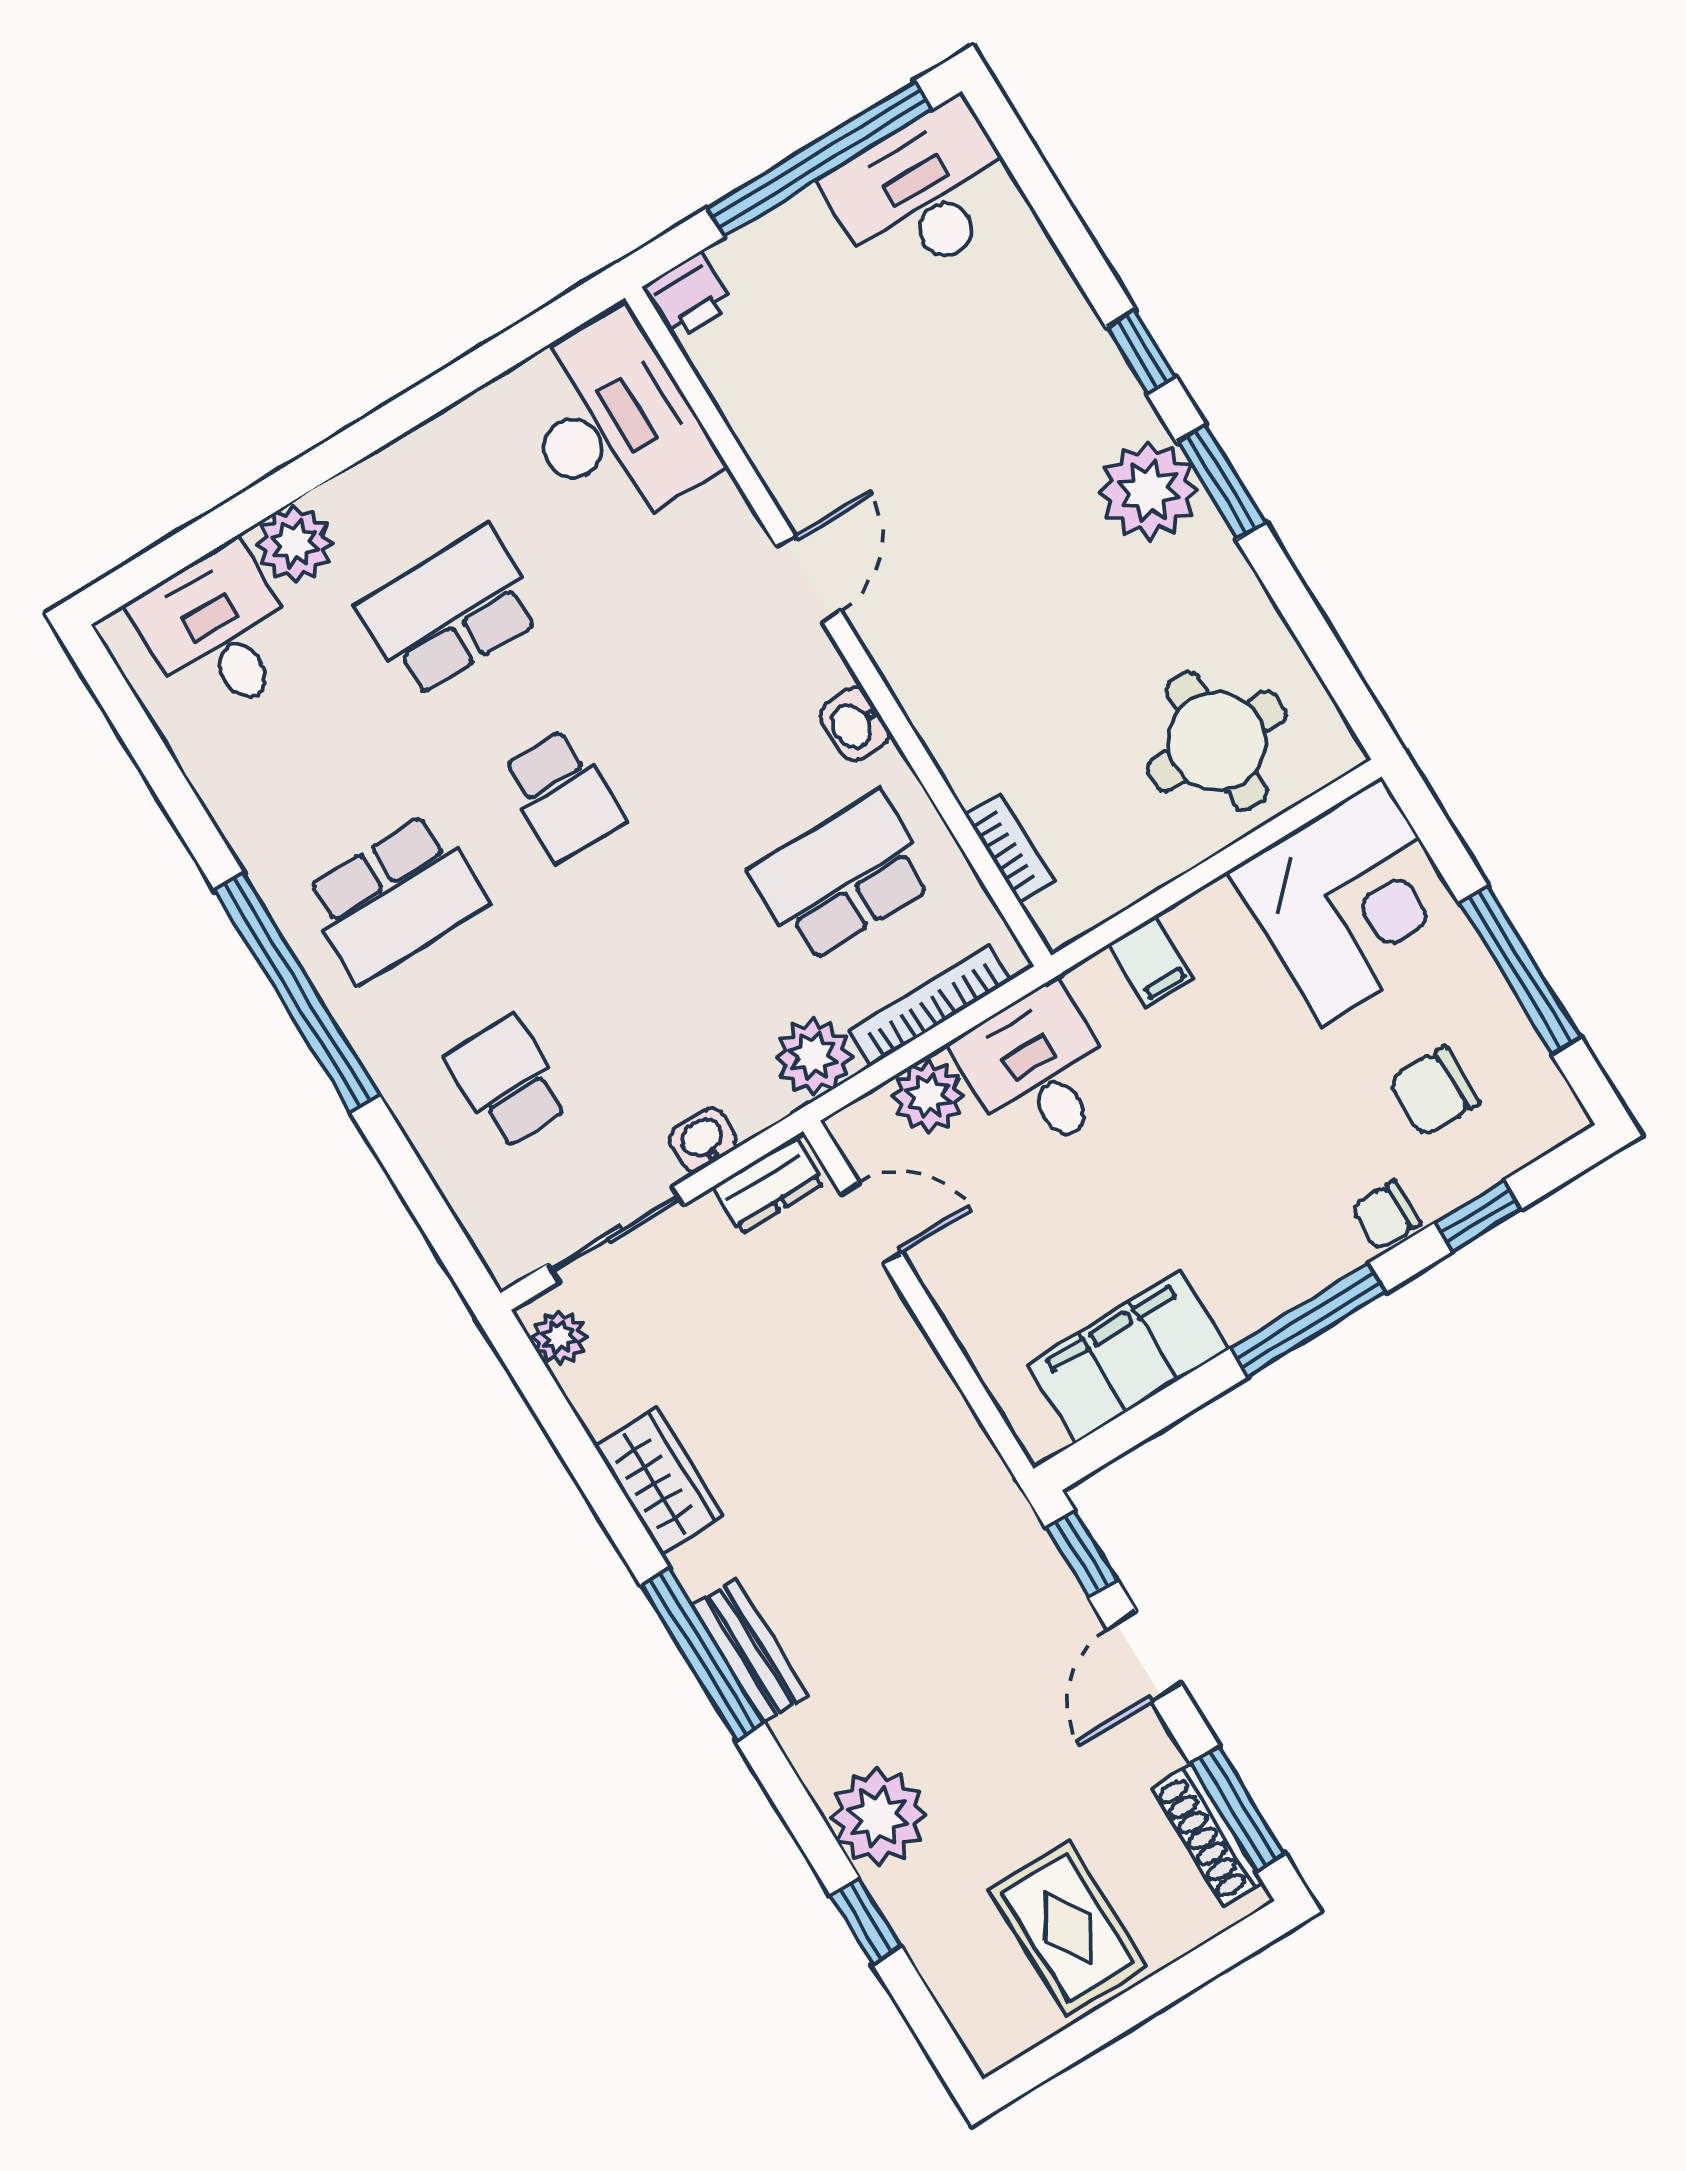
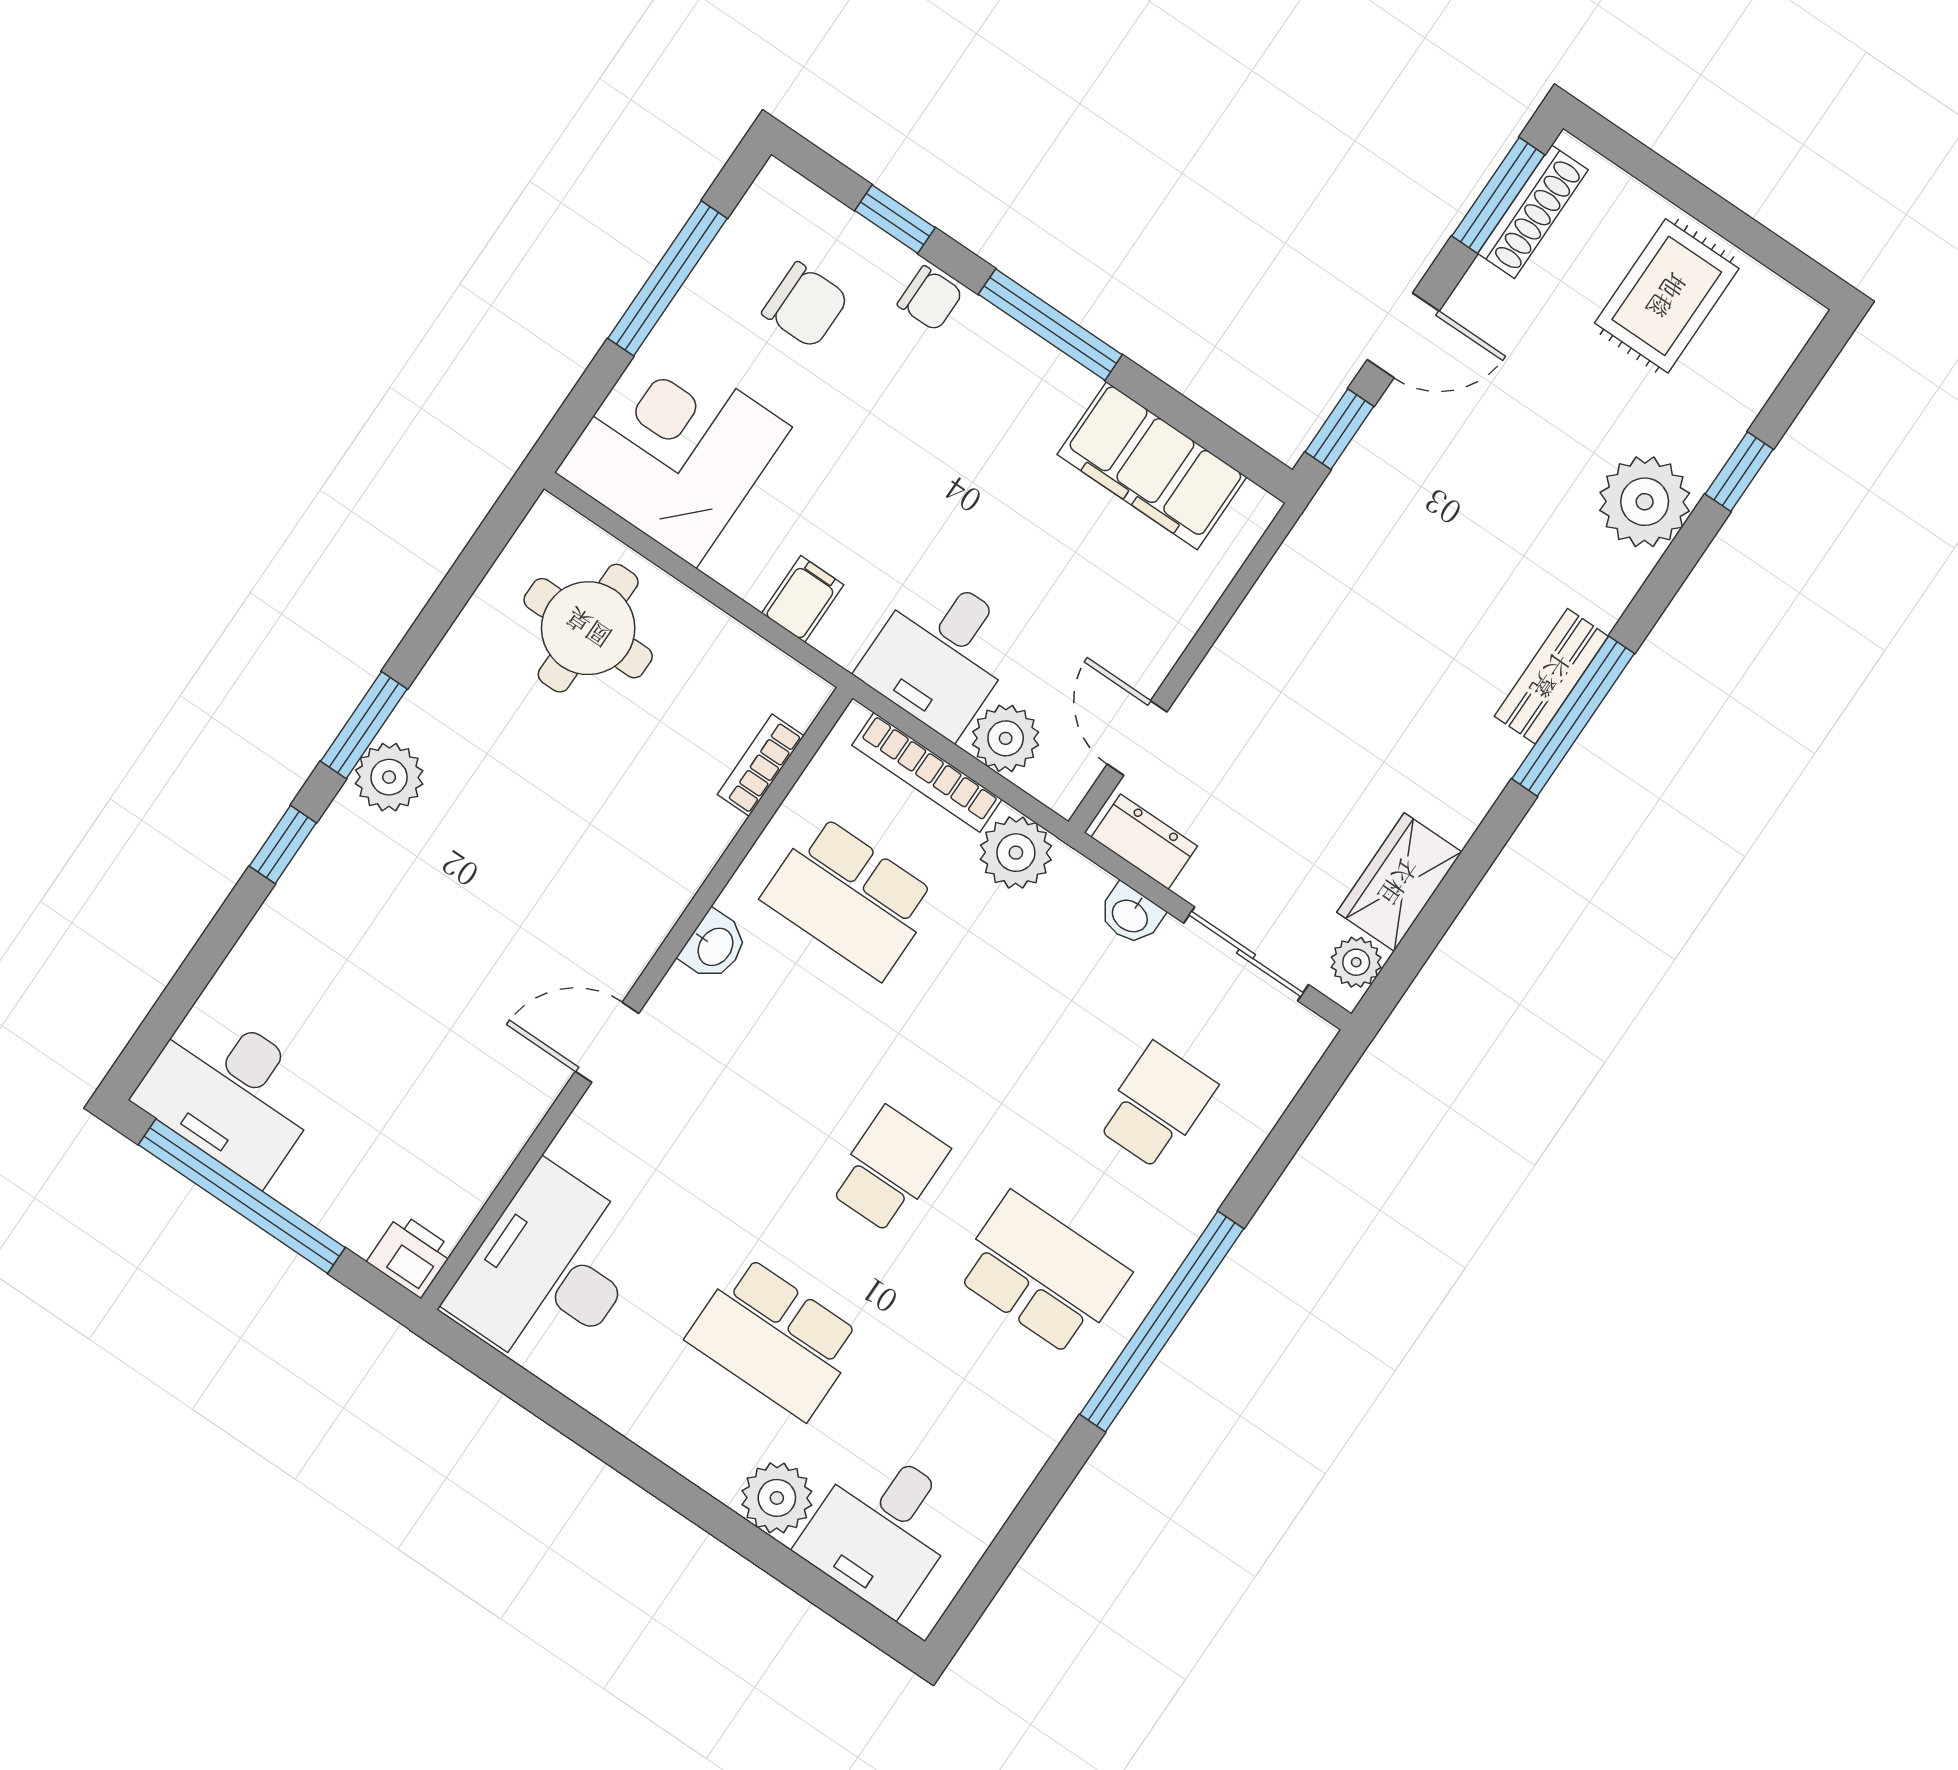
plant: (1148, 491) -> (389, 777), width x0.73, depth x0.73
school desk: (508, 1082) -> (1156, 1106), turned 180
wardrobe: (659, 1481) -> (1399, 882), moved

